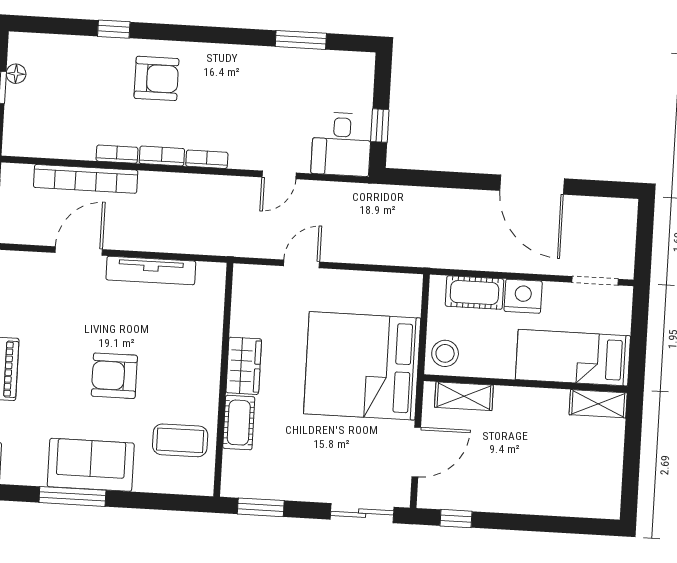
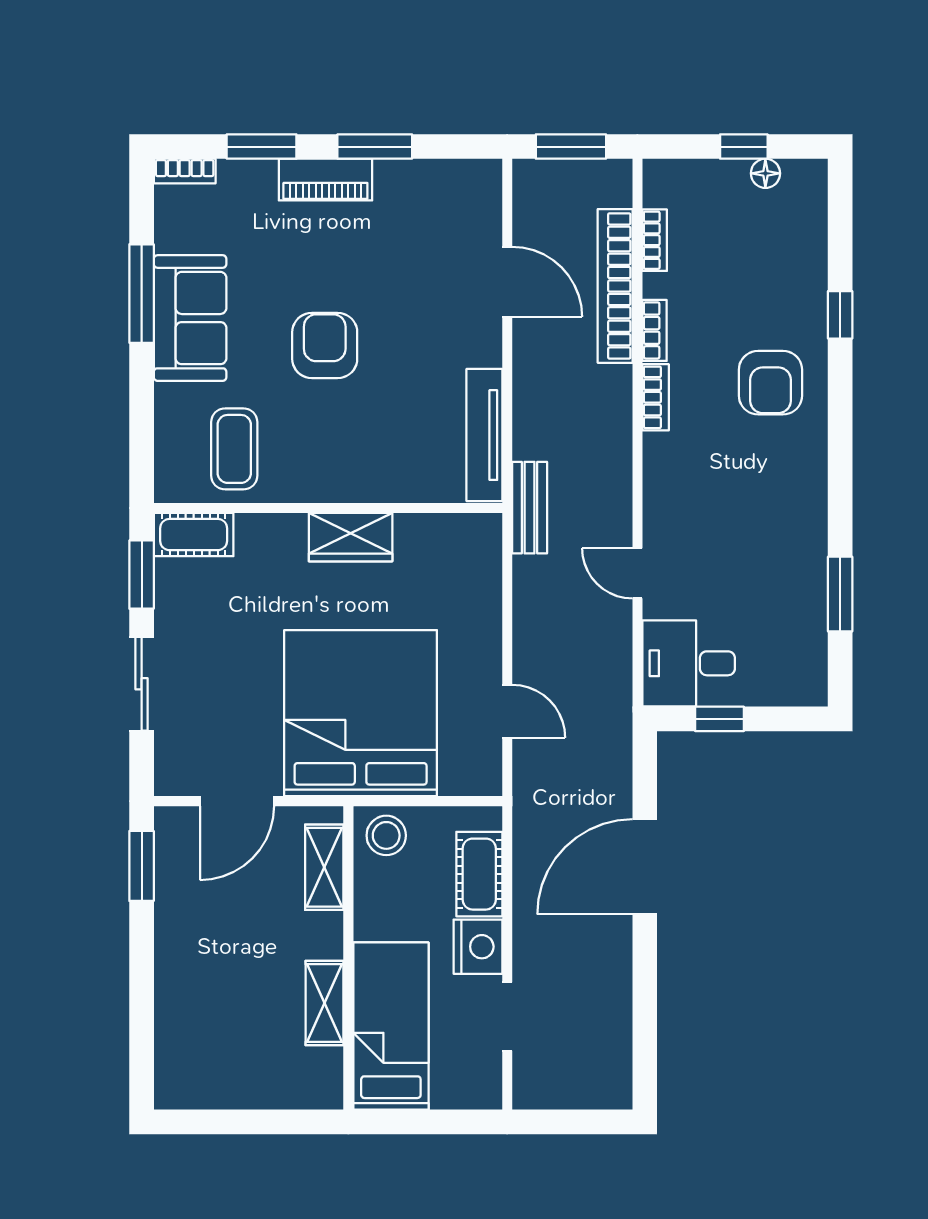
bookcase: (207, 159) -> (655, 240), moved
door: (532, 185) -> (645, 867), moved
bench: (231, 245) -> (530, 508), added
door: (302, 264) -> (507, 711), moved
tv unit: (151, 270) -> (484, 435), moved
doorway: (595, 281) -> (507, 1016), moved
shelving: (598, 404) -> (325, 1003), moved
cot: (239, 423) -> (194, 535), moved
door: (416, 452) -> (237, 801), hinge flipped
sliding door: (362, 513) -> (142, 684), moved
window: (456, 519) -> (142, 866), width x1.50

